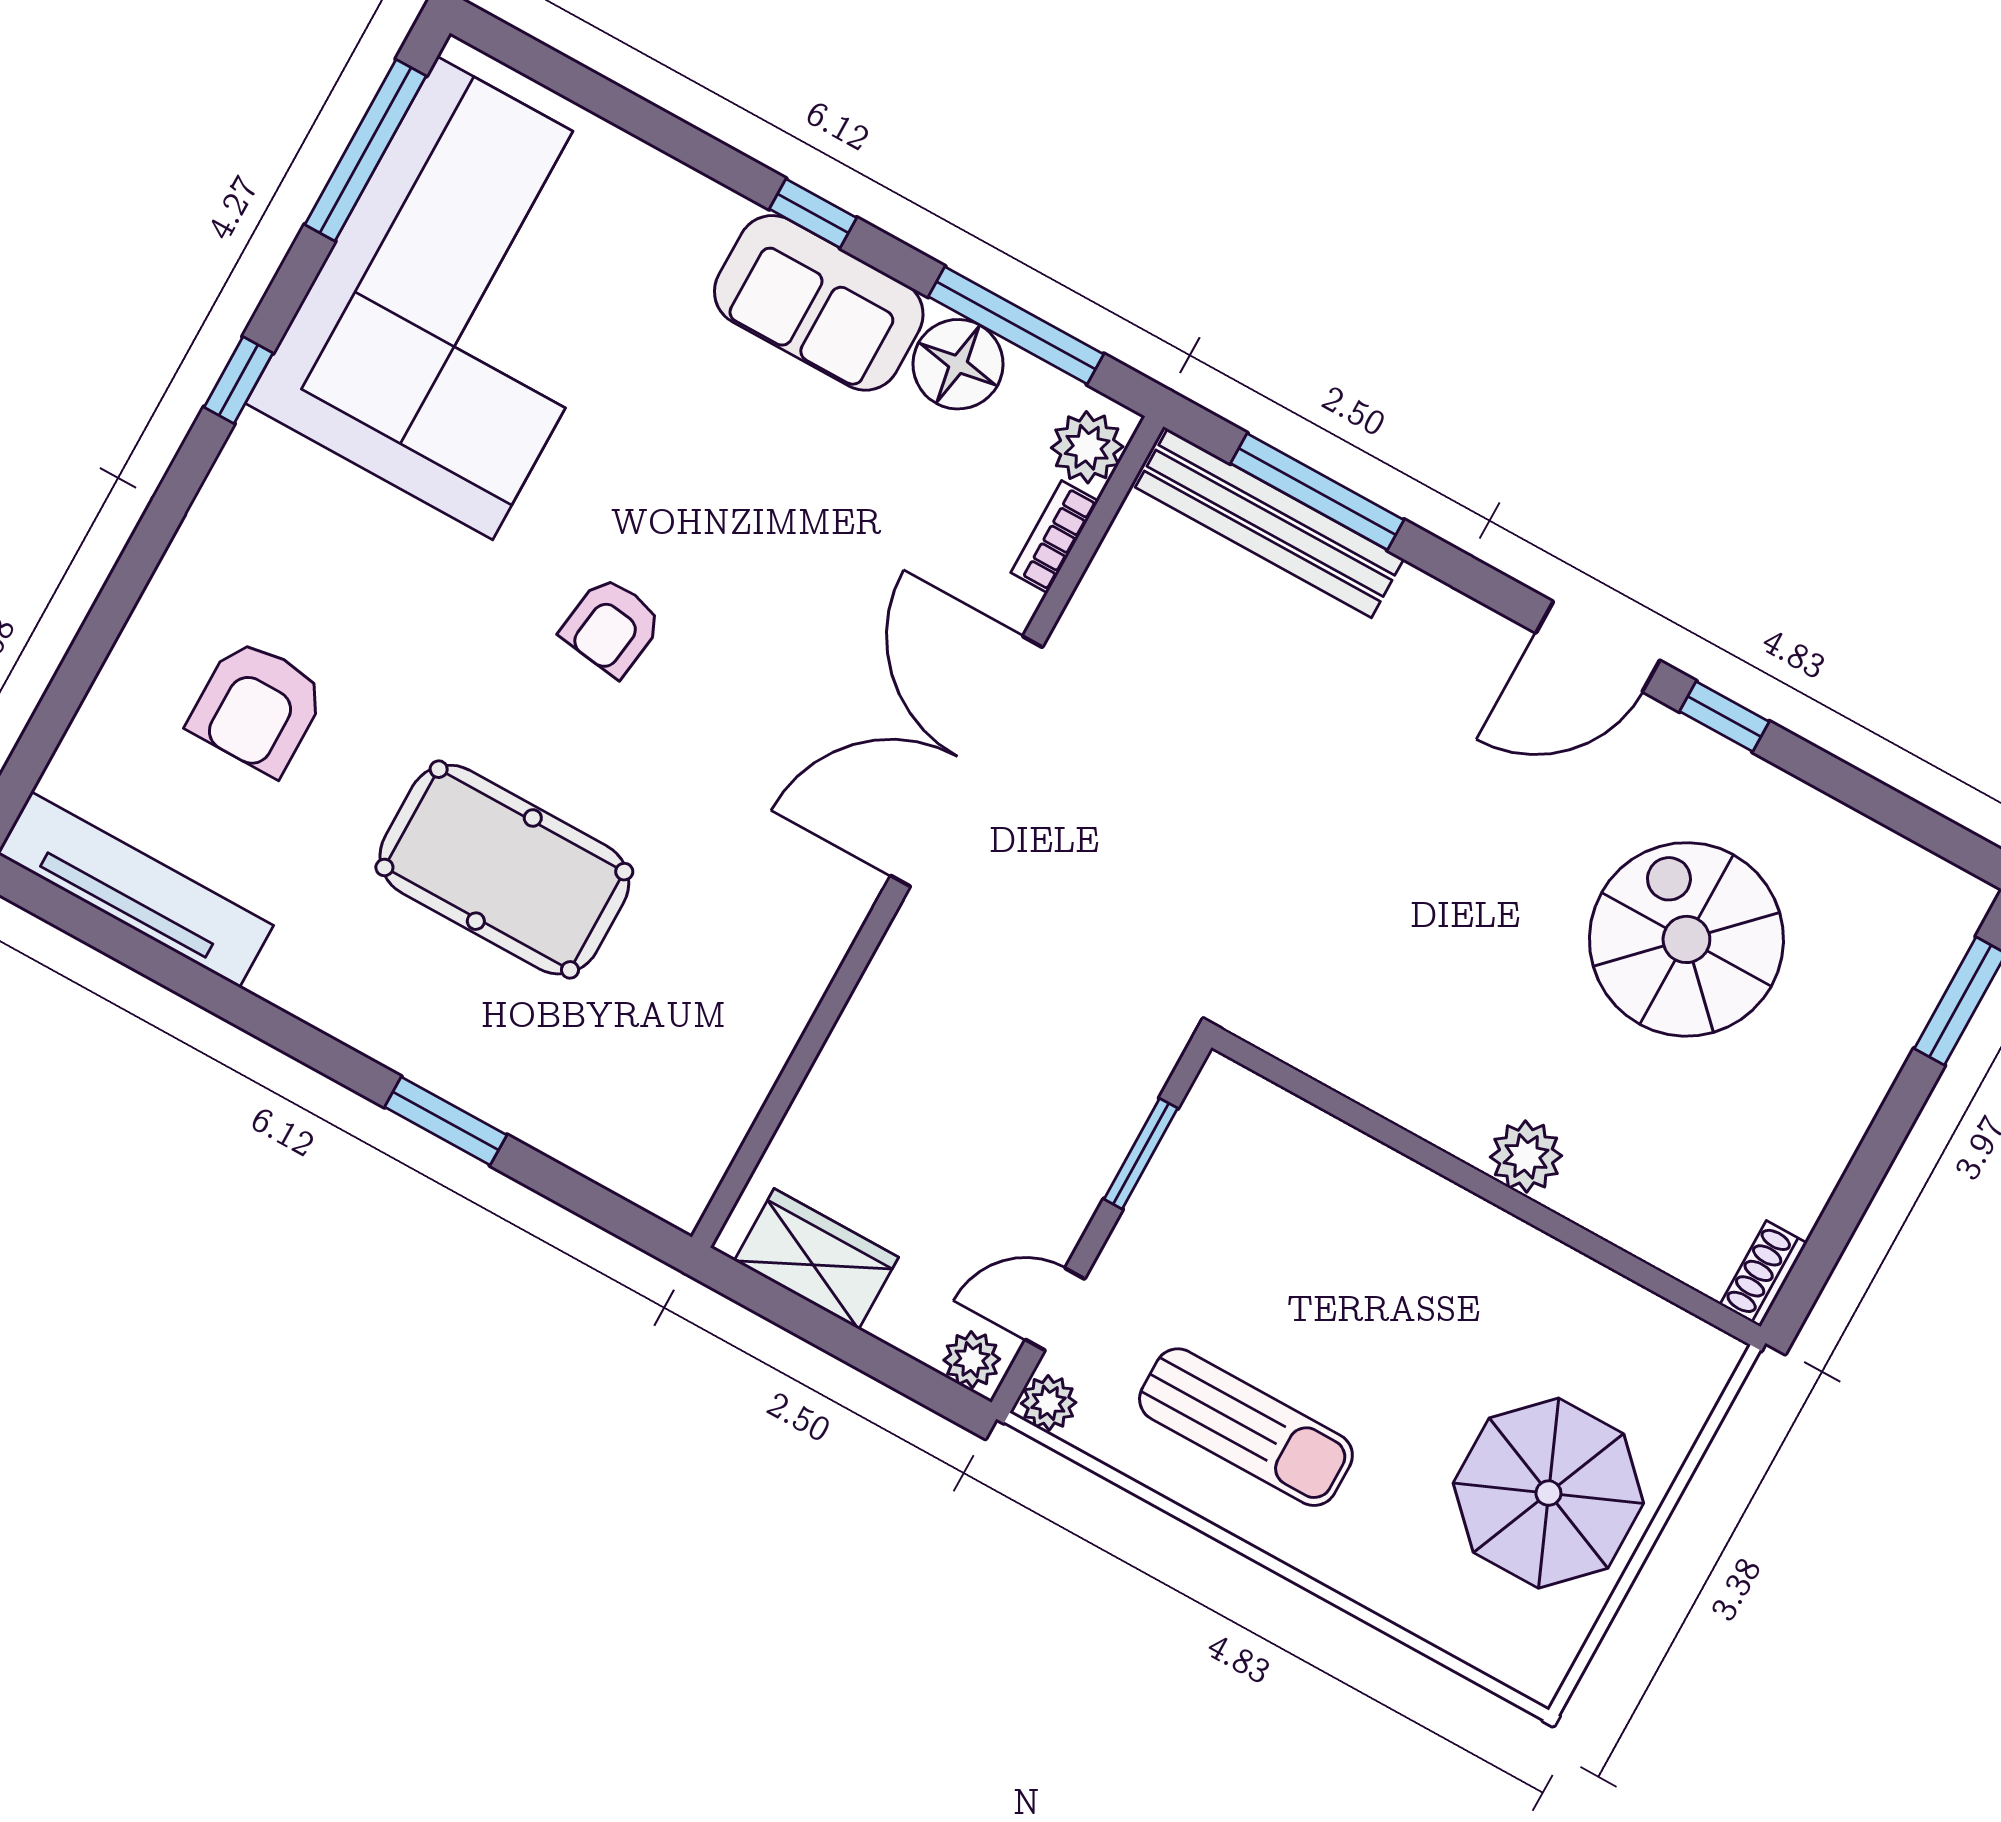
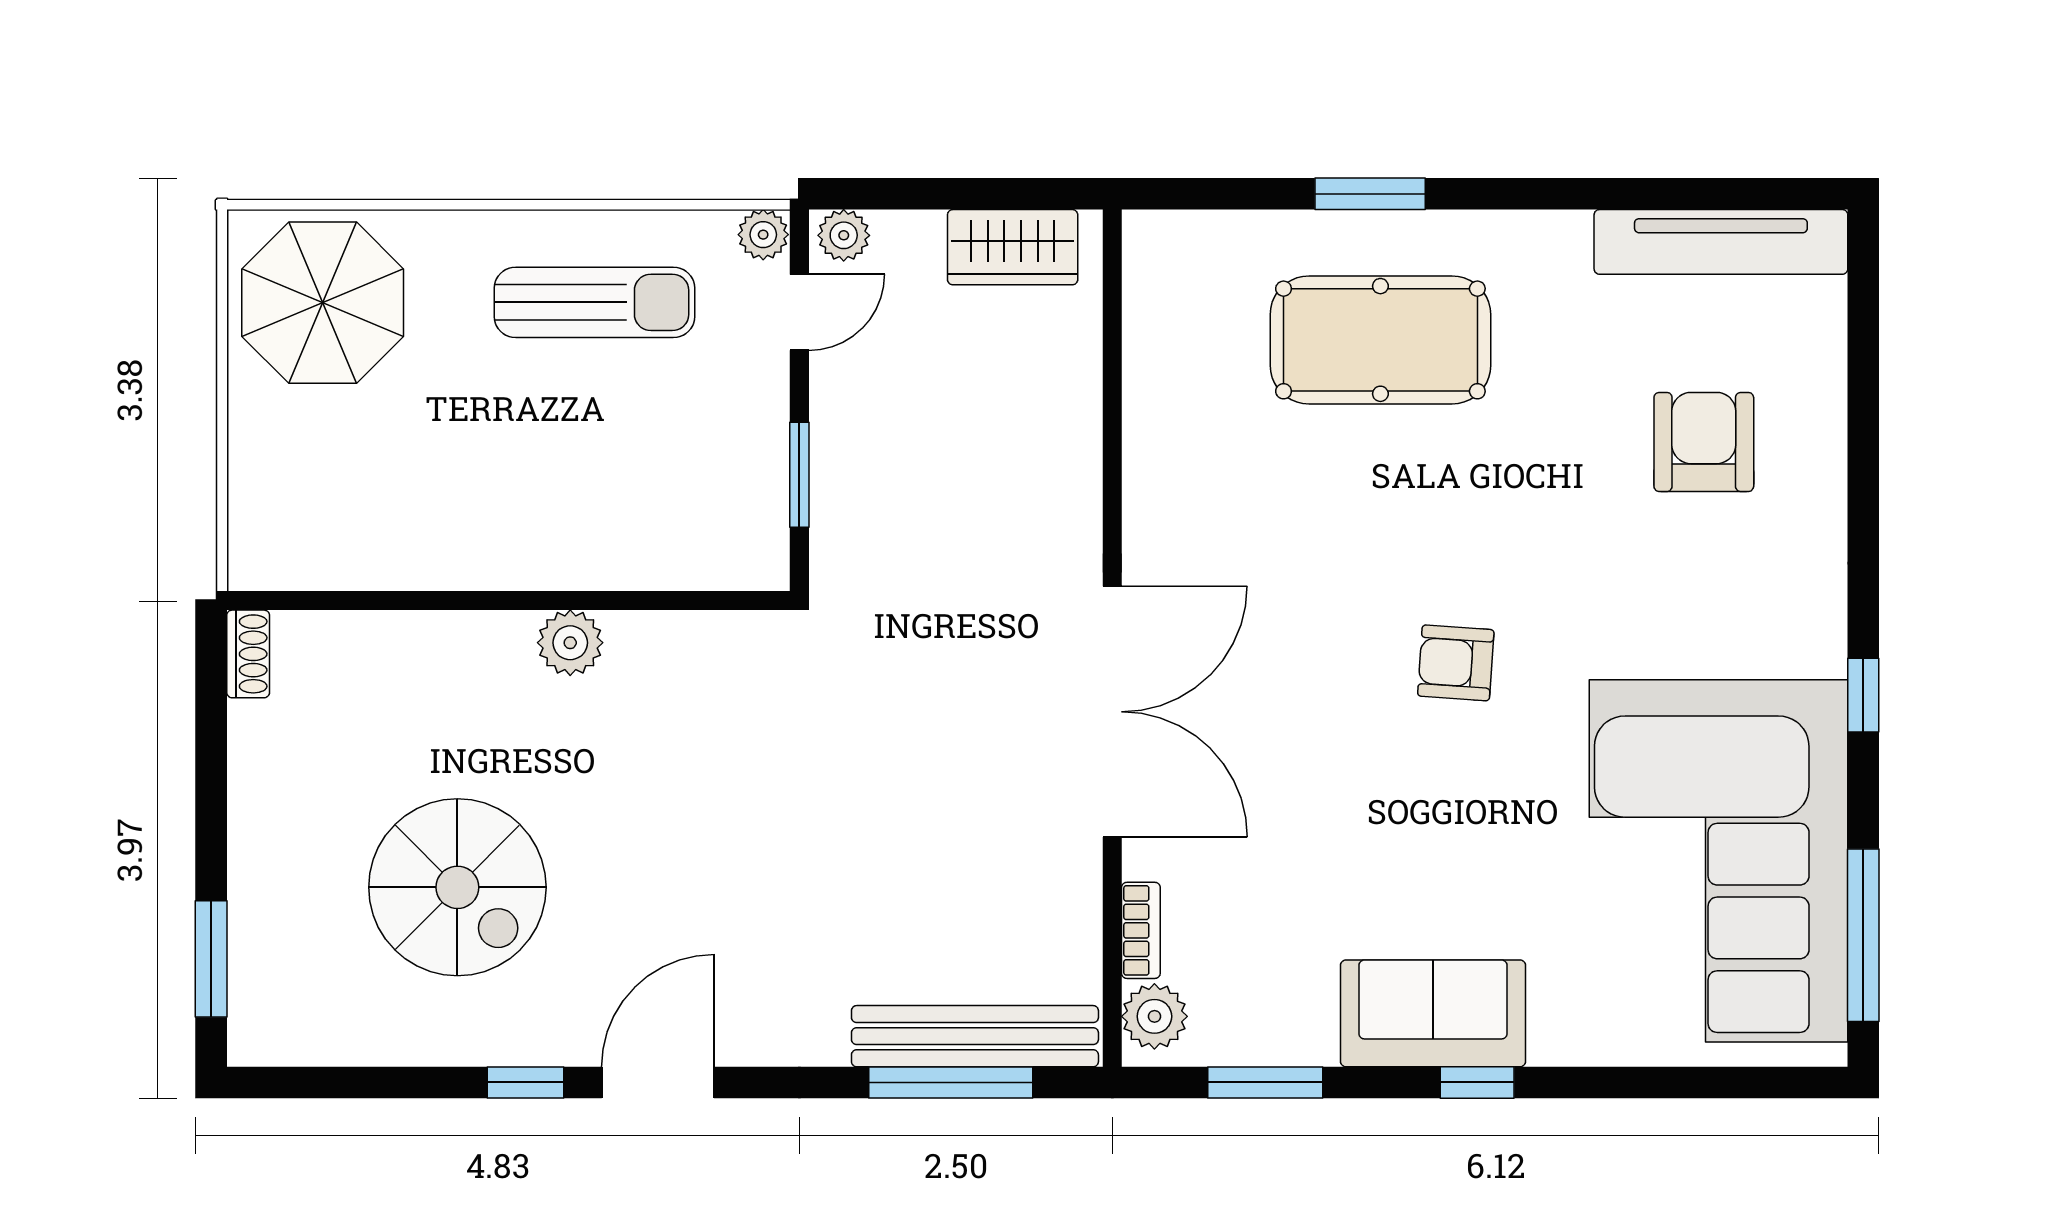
window: (1016, 325) -> (1265, 1082), width x0.69
floor lamp: (958, 364) -> (1295, 1026), removed
armchair: (612, 627) -> (1456, 663), turned -94
pool table: (504, 870) -> (1380, 340), moved
plant: (1526, 1156) -> (570, 643), moved
sun lounger: (1246, 1427) -> (594, 302), turned 180
parasol: (1548, 1493) -> (323, 303), moved

